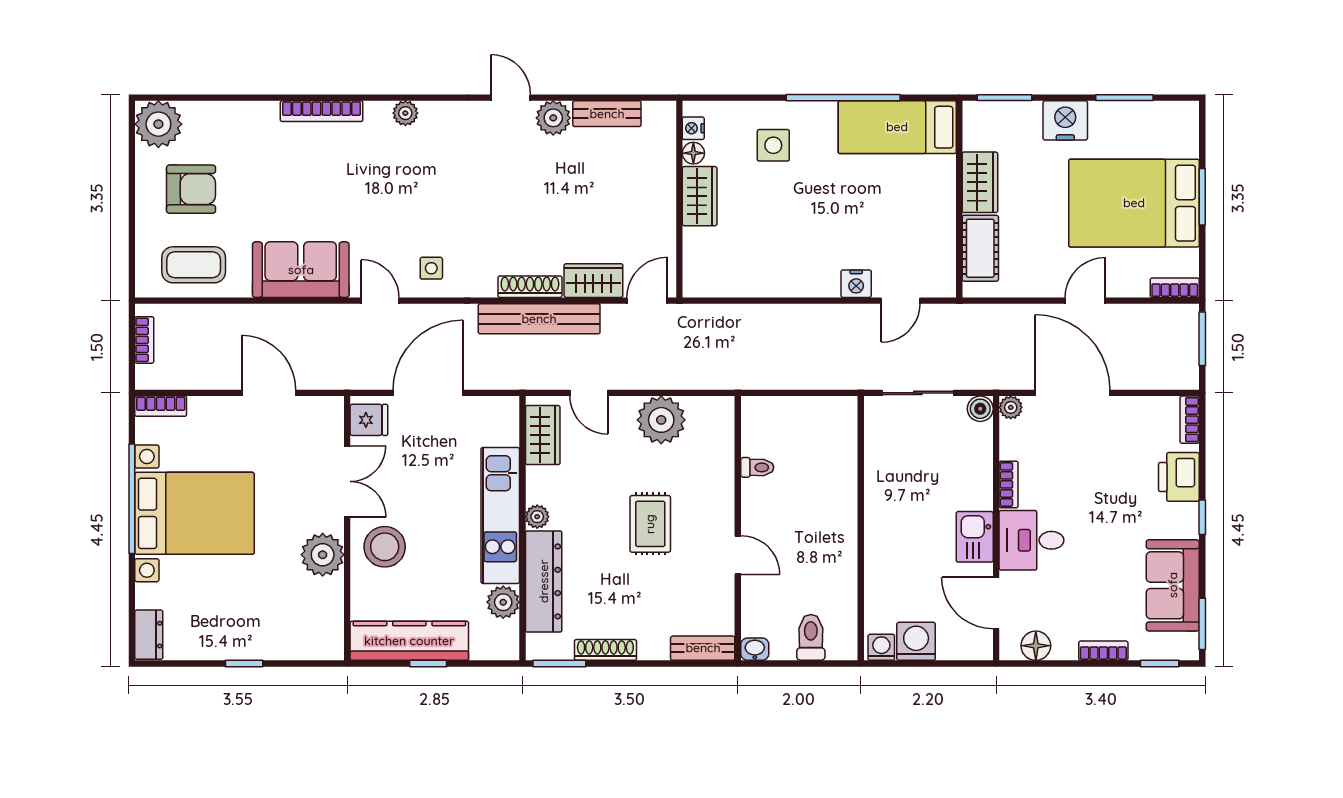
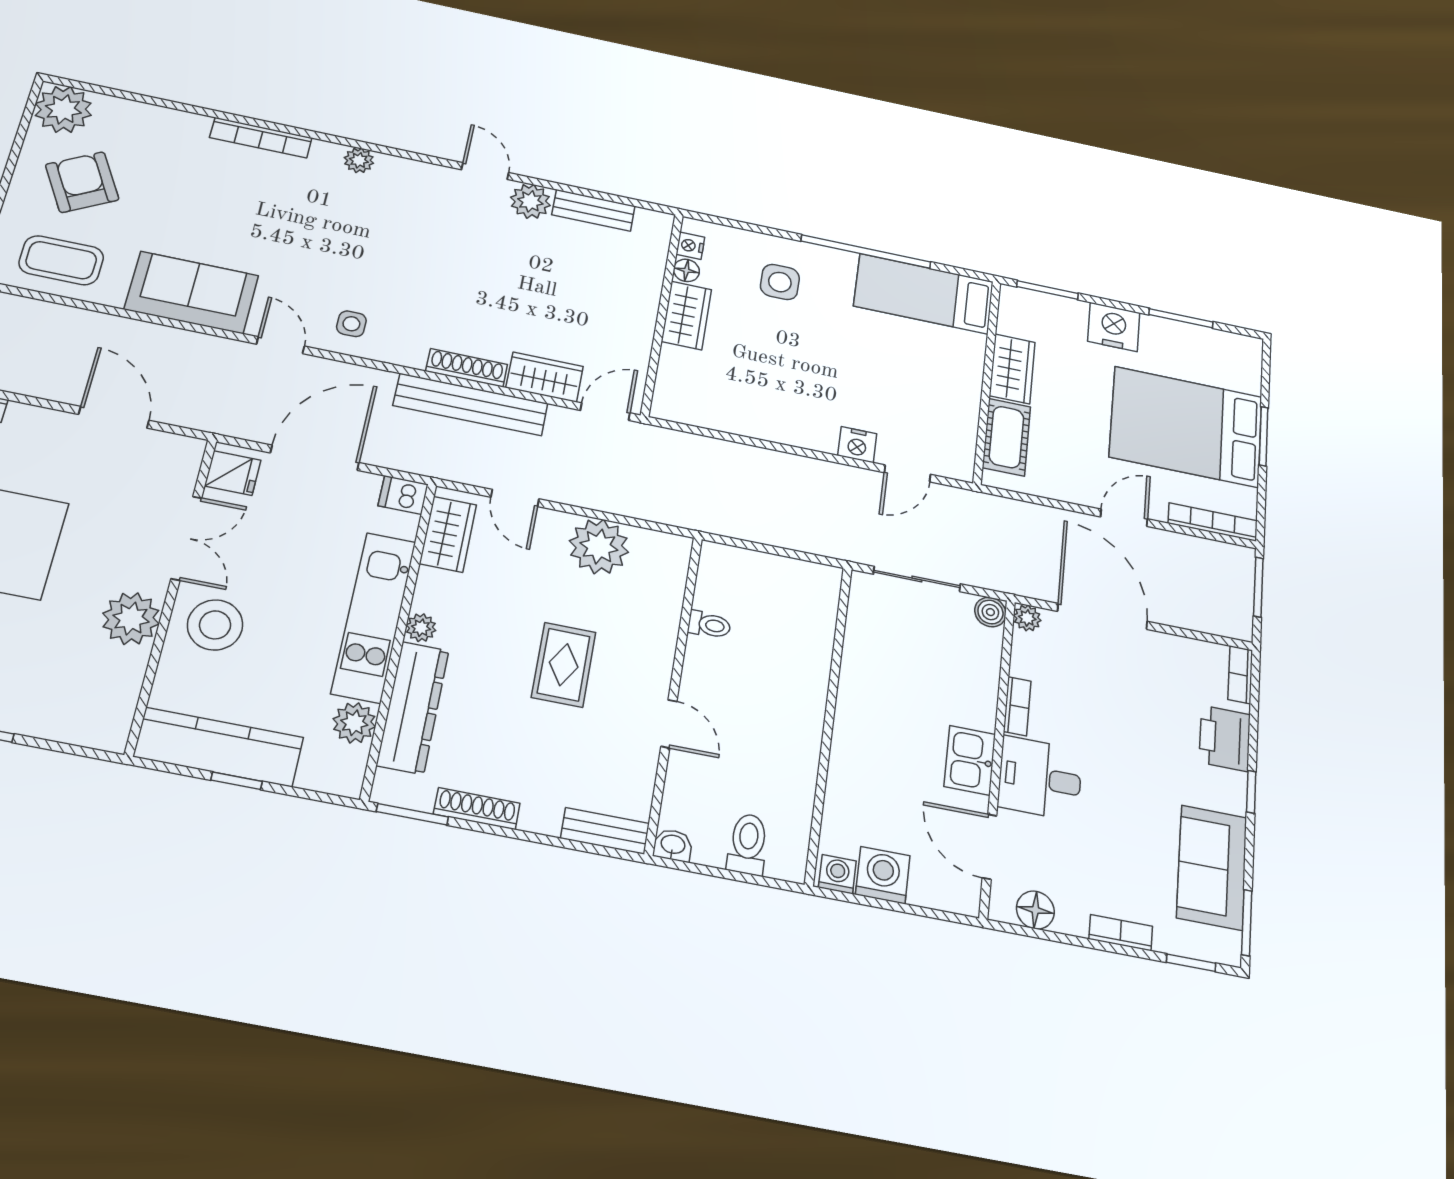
armchair: (191, 189) -> (82, 182), turned -119
bookcase: (1175, 288) -> (1213, 522), width x1.56
dishwasher: (502, 409) -> (403, 495), added

